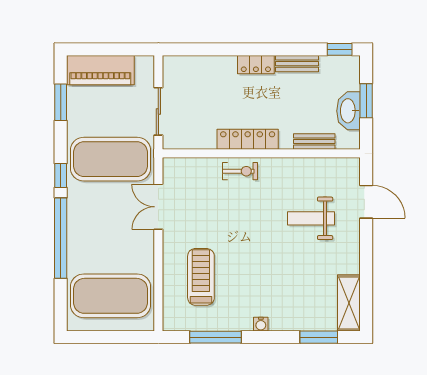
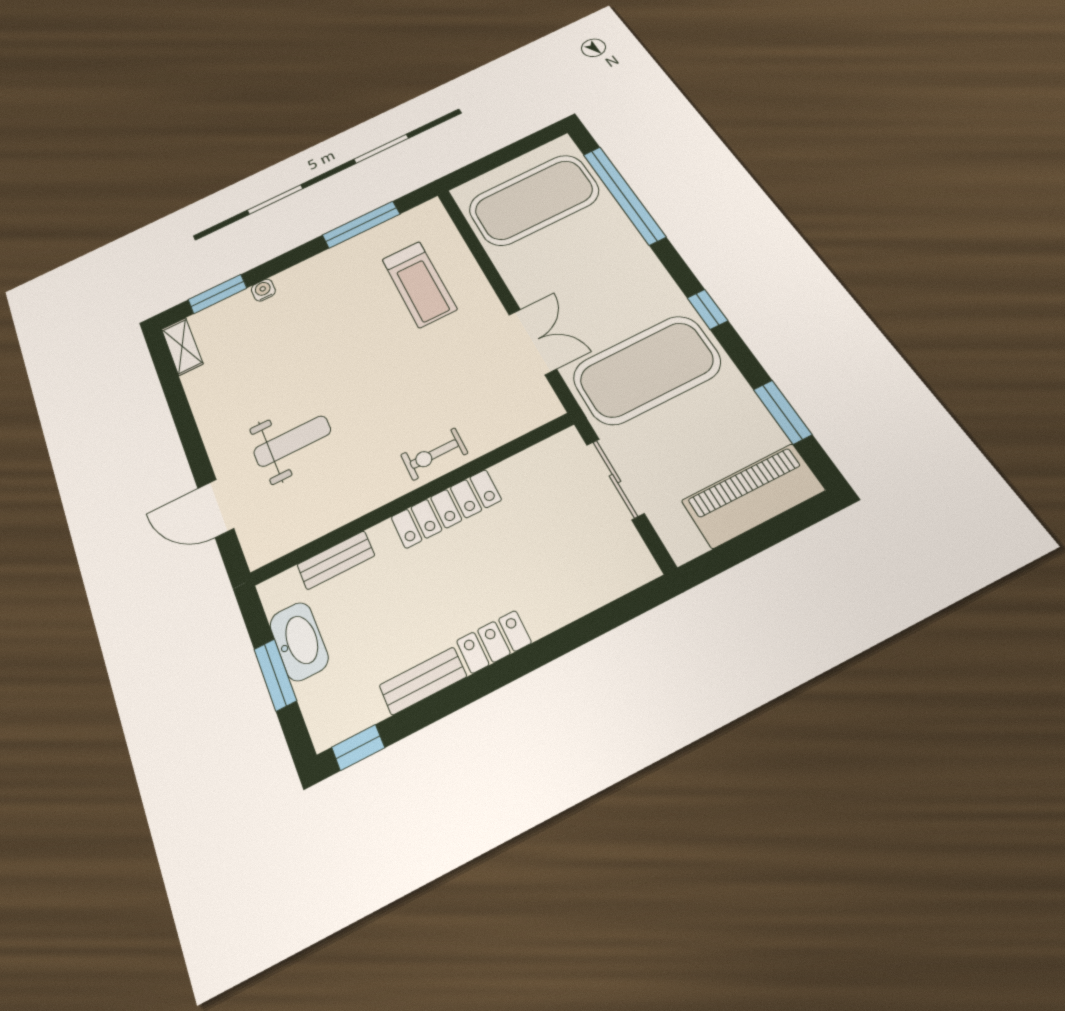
window: (61, 238) -> (624, 195), moved
shelving: (349, 303) -> (182, 346), width x0.67, depth x0.75
water cooler: (261, 324) -> (263, 290), moved

